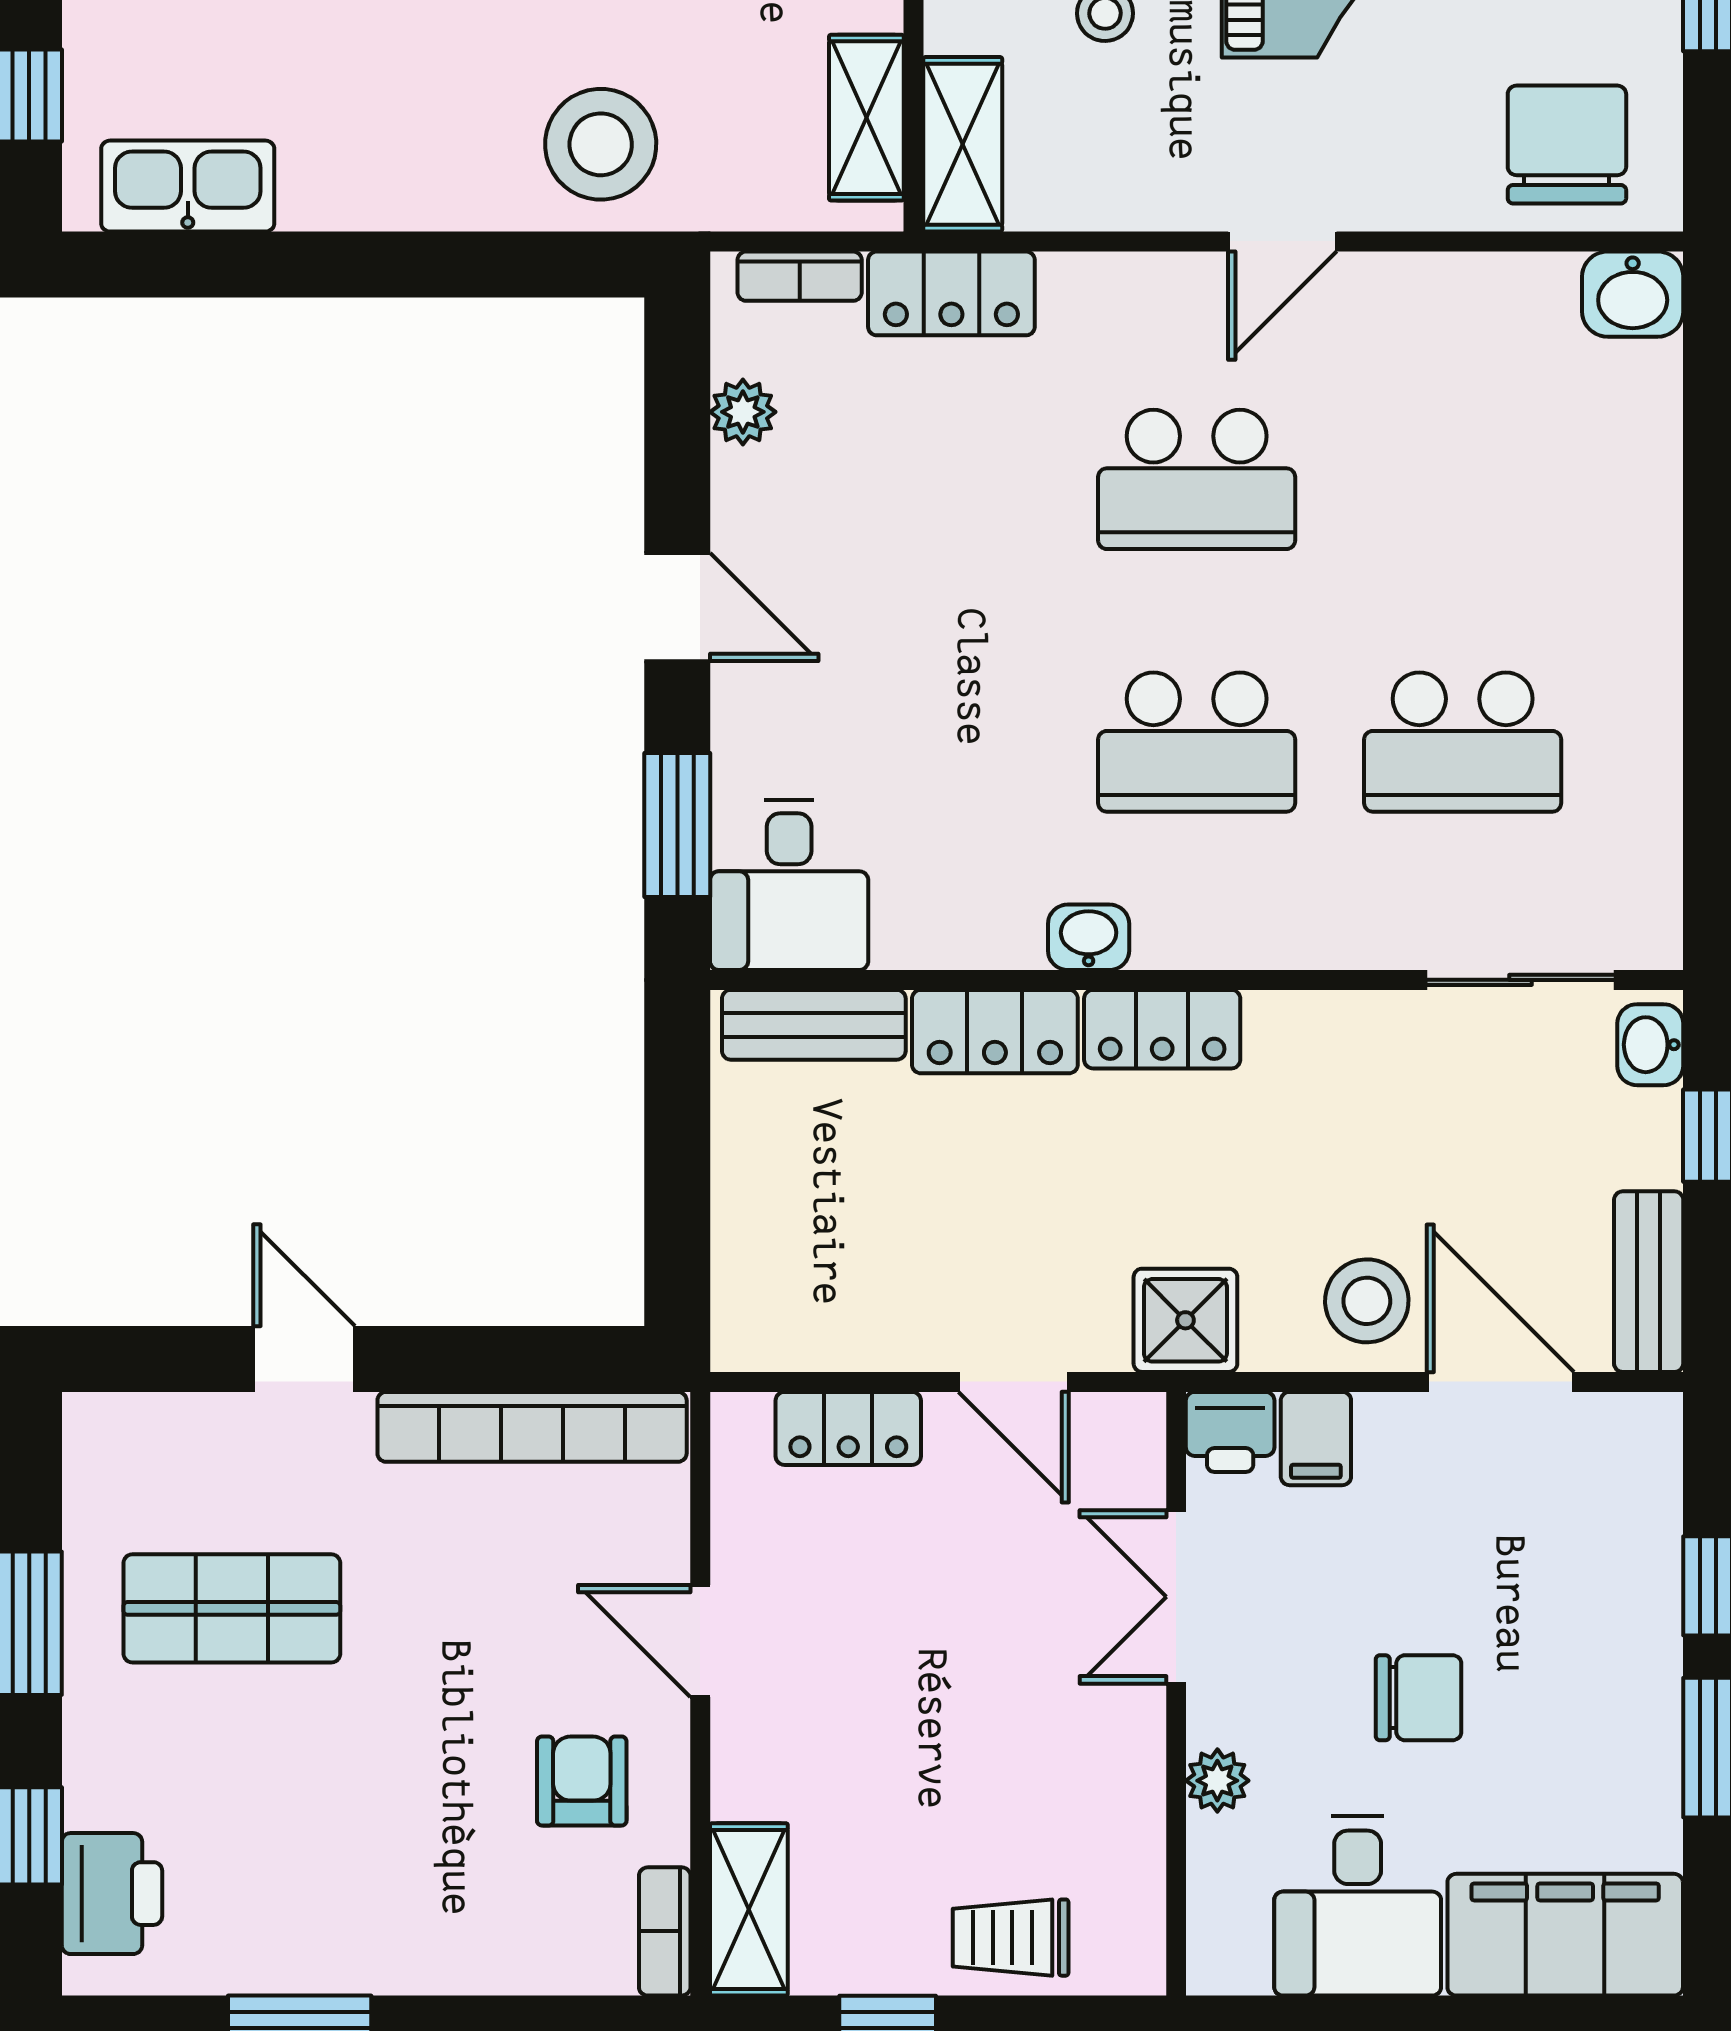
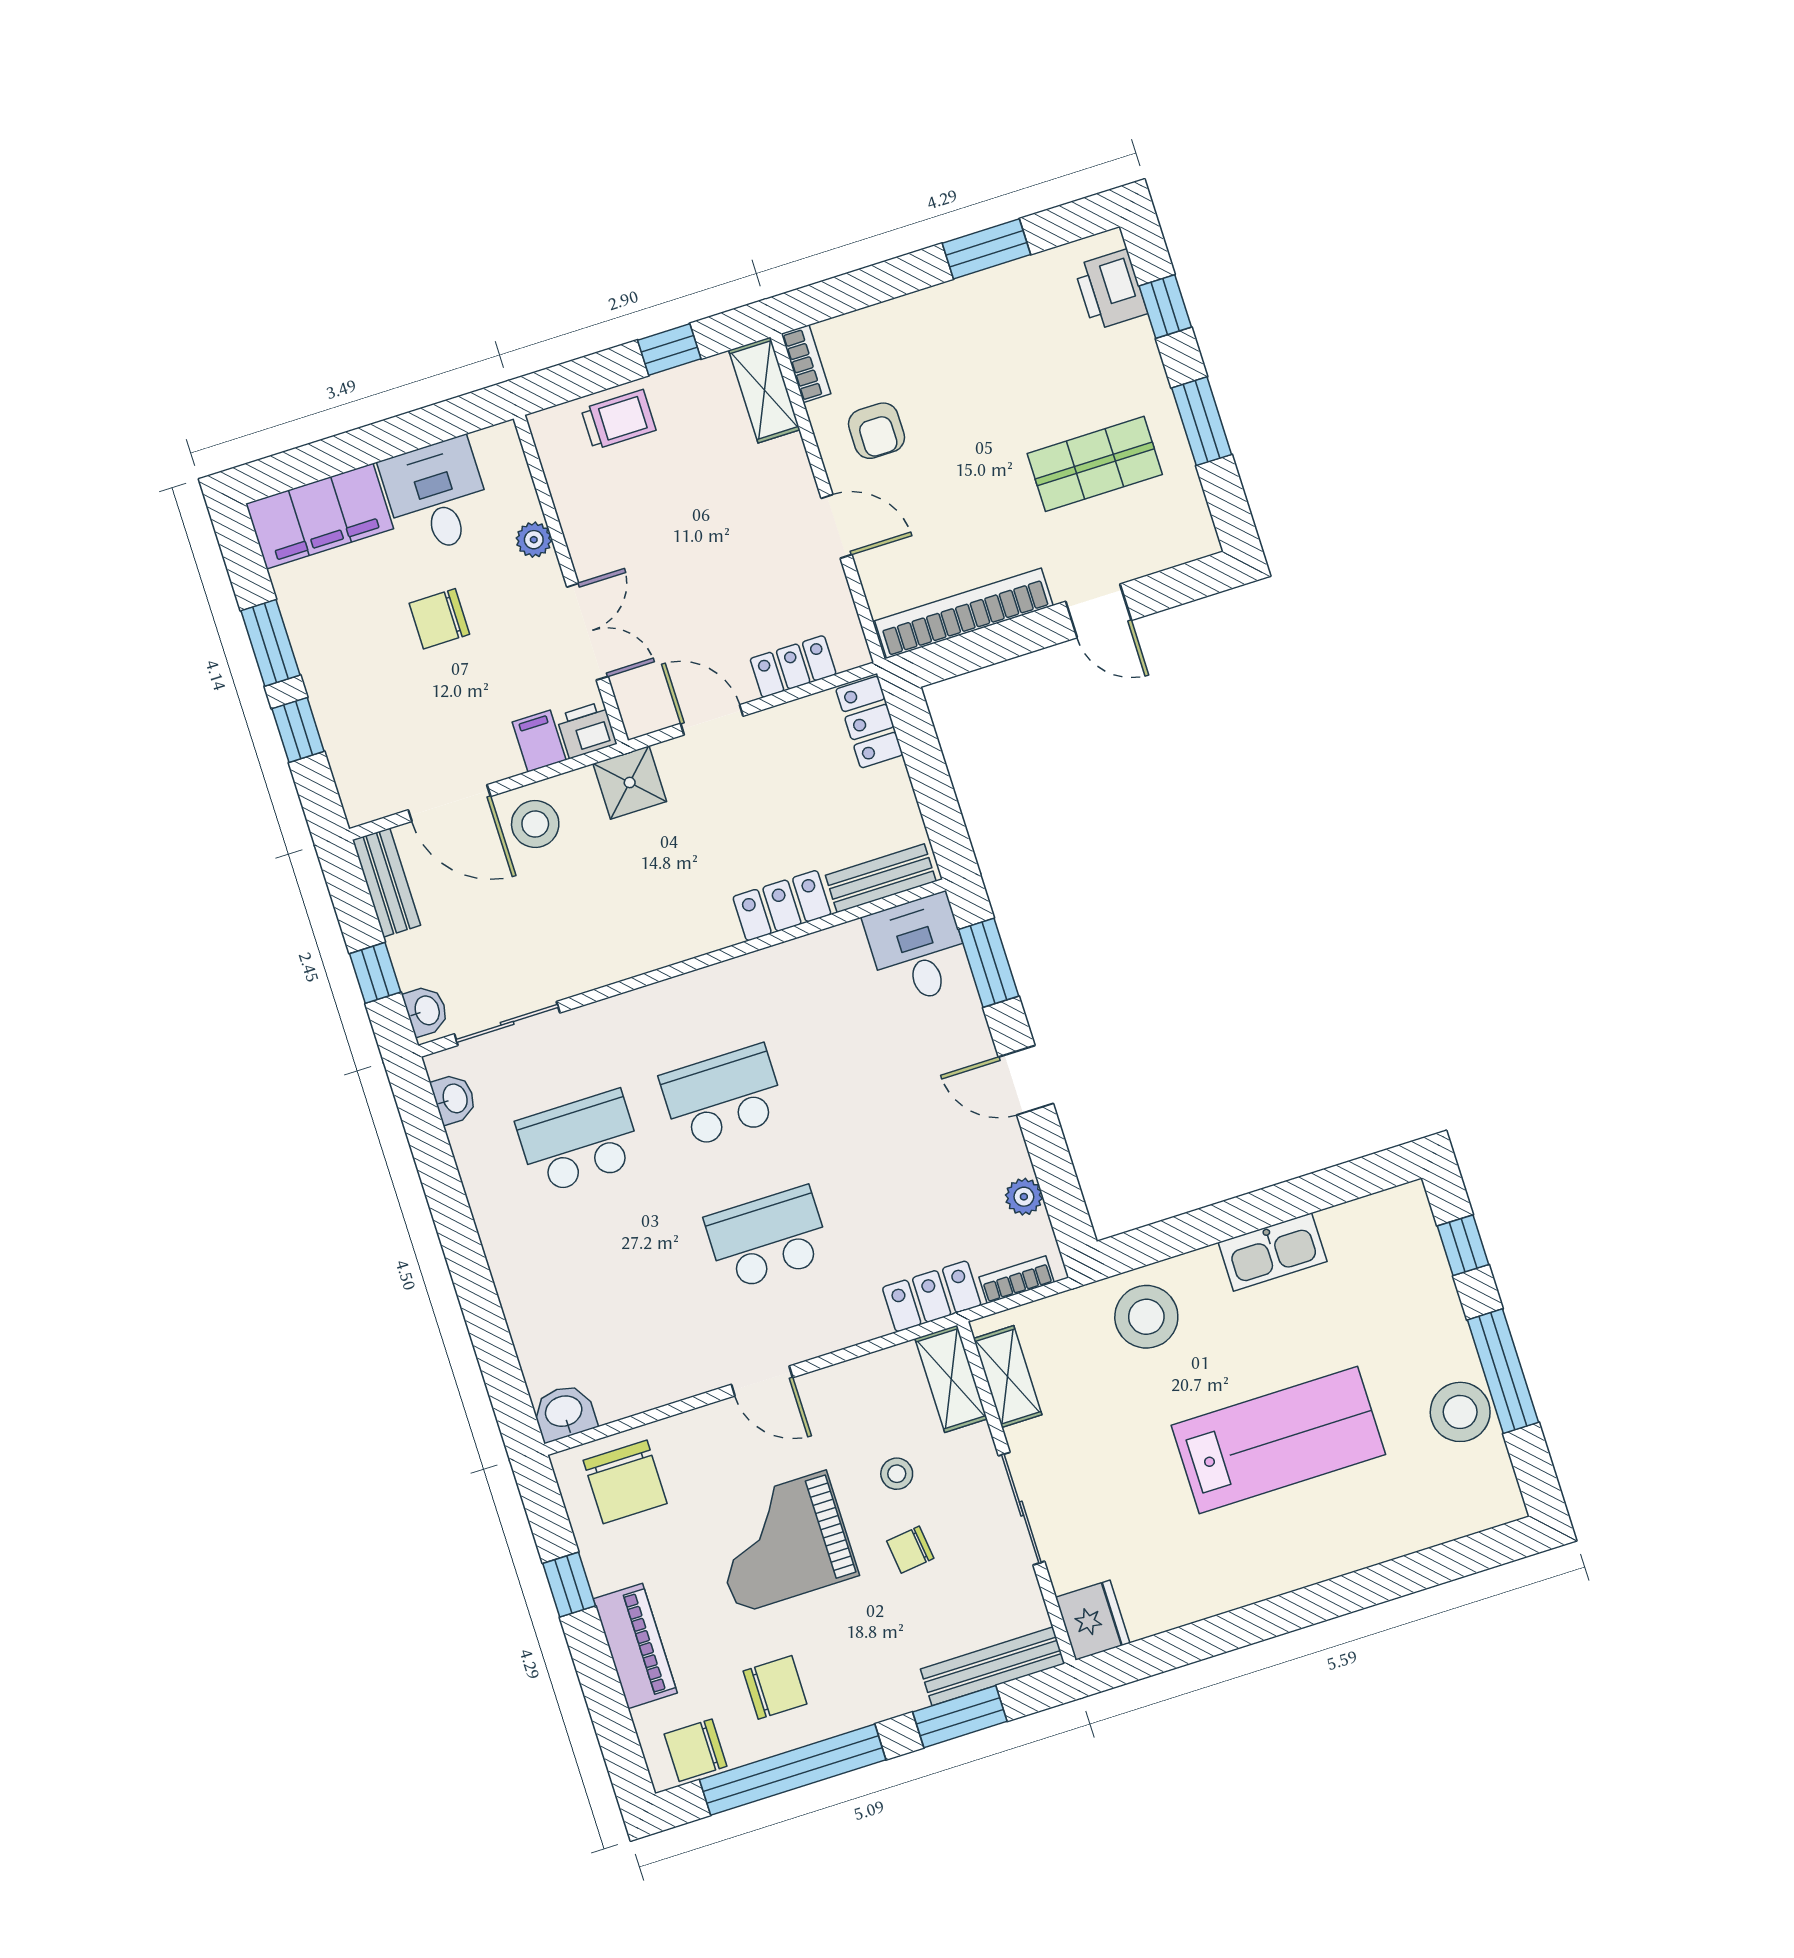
kitchen sink: (188, 186) -> (1273, 1252), moved
door: (1282, 241) -> (762, 1381), swing flipped
washbasin: (1089, 937) -> (454, 1099), moved, turned -90
locker: (1162, 1029) -> (869, 722), moved, turned -90

